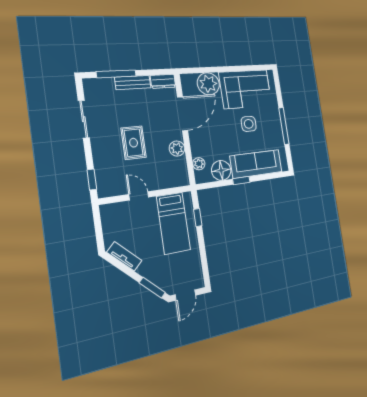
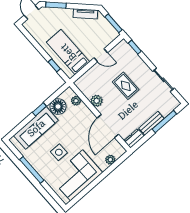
plant: (208, 84) -> (110, 160), width x0.53, depth x0.53
window: (98, 224) -> (114, 23), added

